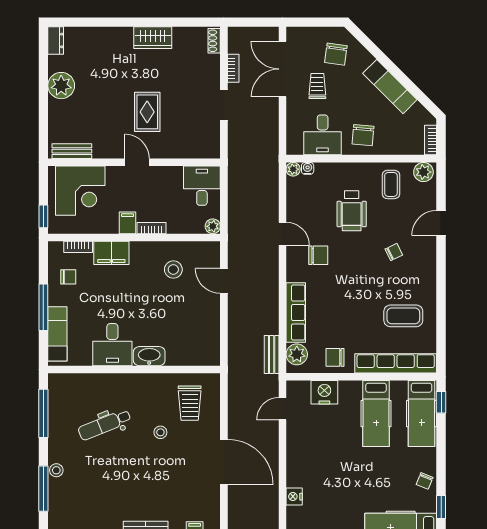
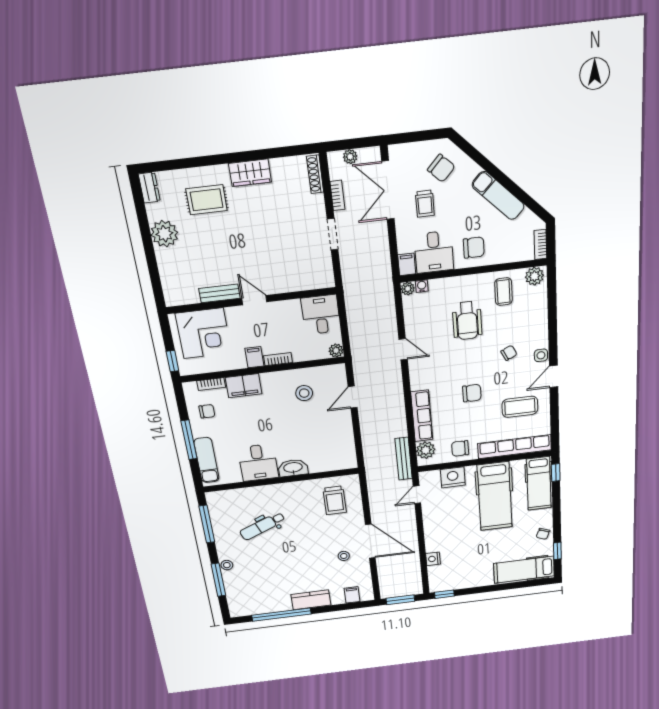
plant: (250, 34) -> (350, 157), added
shoe rack: (214, 41) -> (315, 174), width x1.43
chair: (336, 54) -> (441, 168), turned -54
trolley: (317, 86) -> (425, 204), turned 180
rug: (147, 112) -> (207, 200), moved, turned 90
chair: (363, 135) -> (474, 248), turned -95
filing cabinet: (294, 144) -> (407, 264), added
bench: (72, 151) -> (219, 293), moved
door: (441, 223) -> (554, 376), moved
chair: (318, 255) -> (472, 393), moved
side table: (428, 259) -> (541, 355), added
door: (224, 281) -> (353, 397), hinge flipped
bench: (272, 354) -> (404, 459), width x1.36
hospital bed: (376, 414) -> (495, 496), width x1.37, depth x1.29
stool: (160, 432) -> (344, 556), moved

